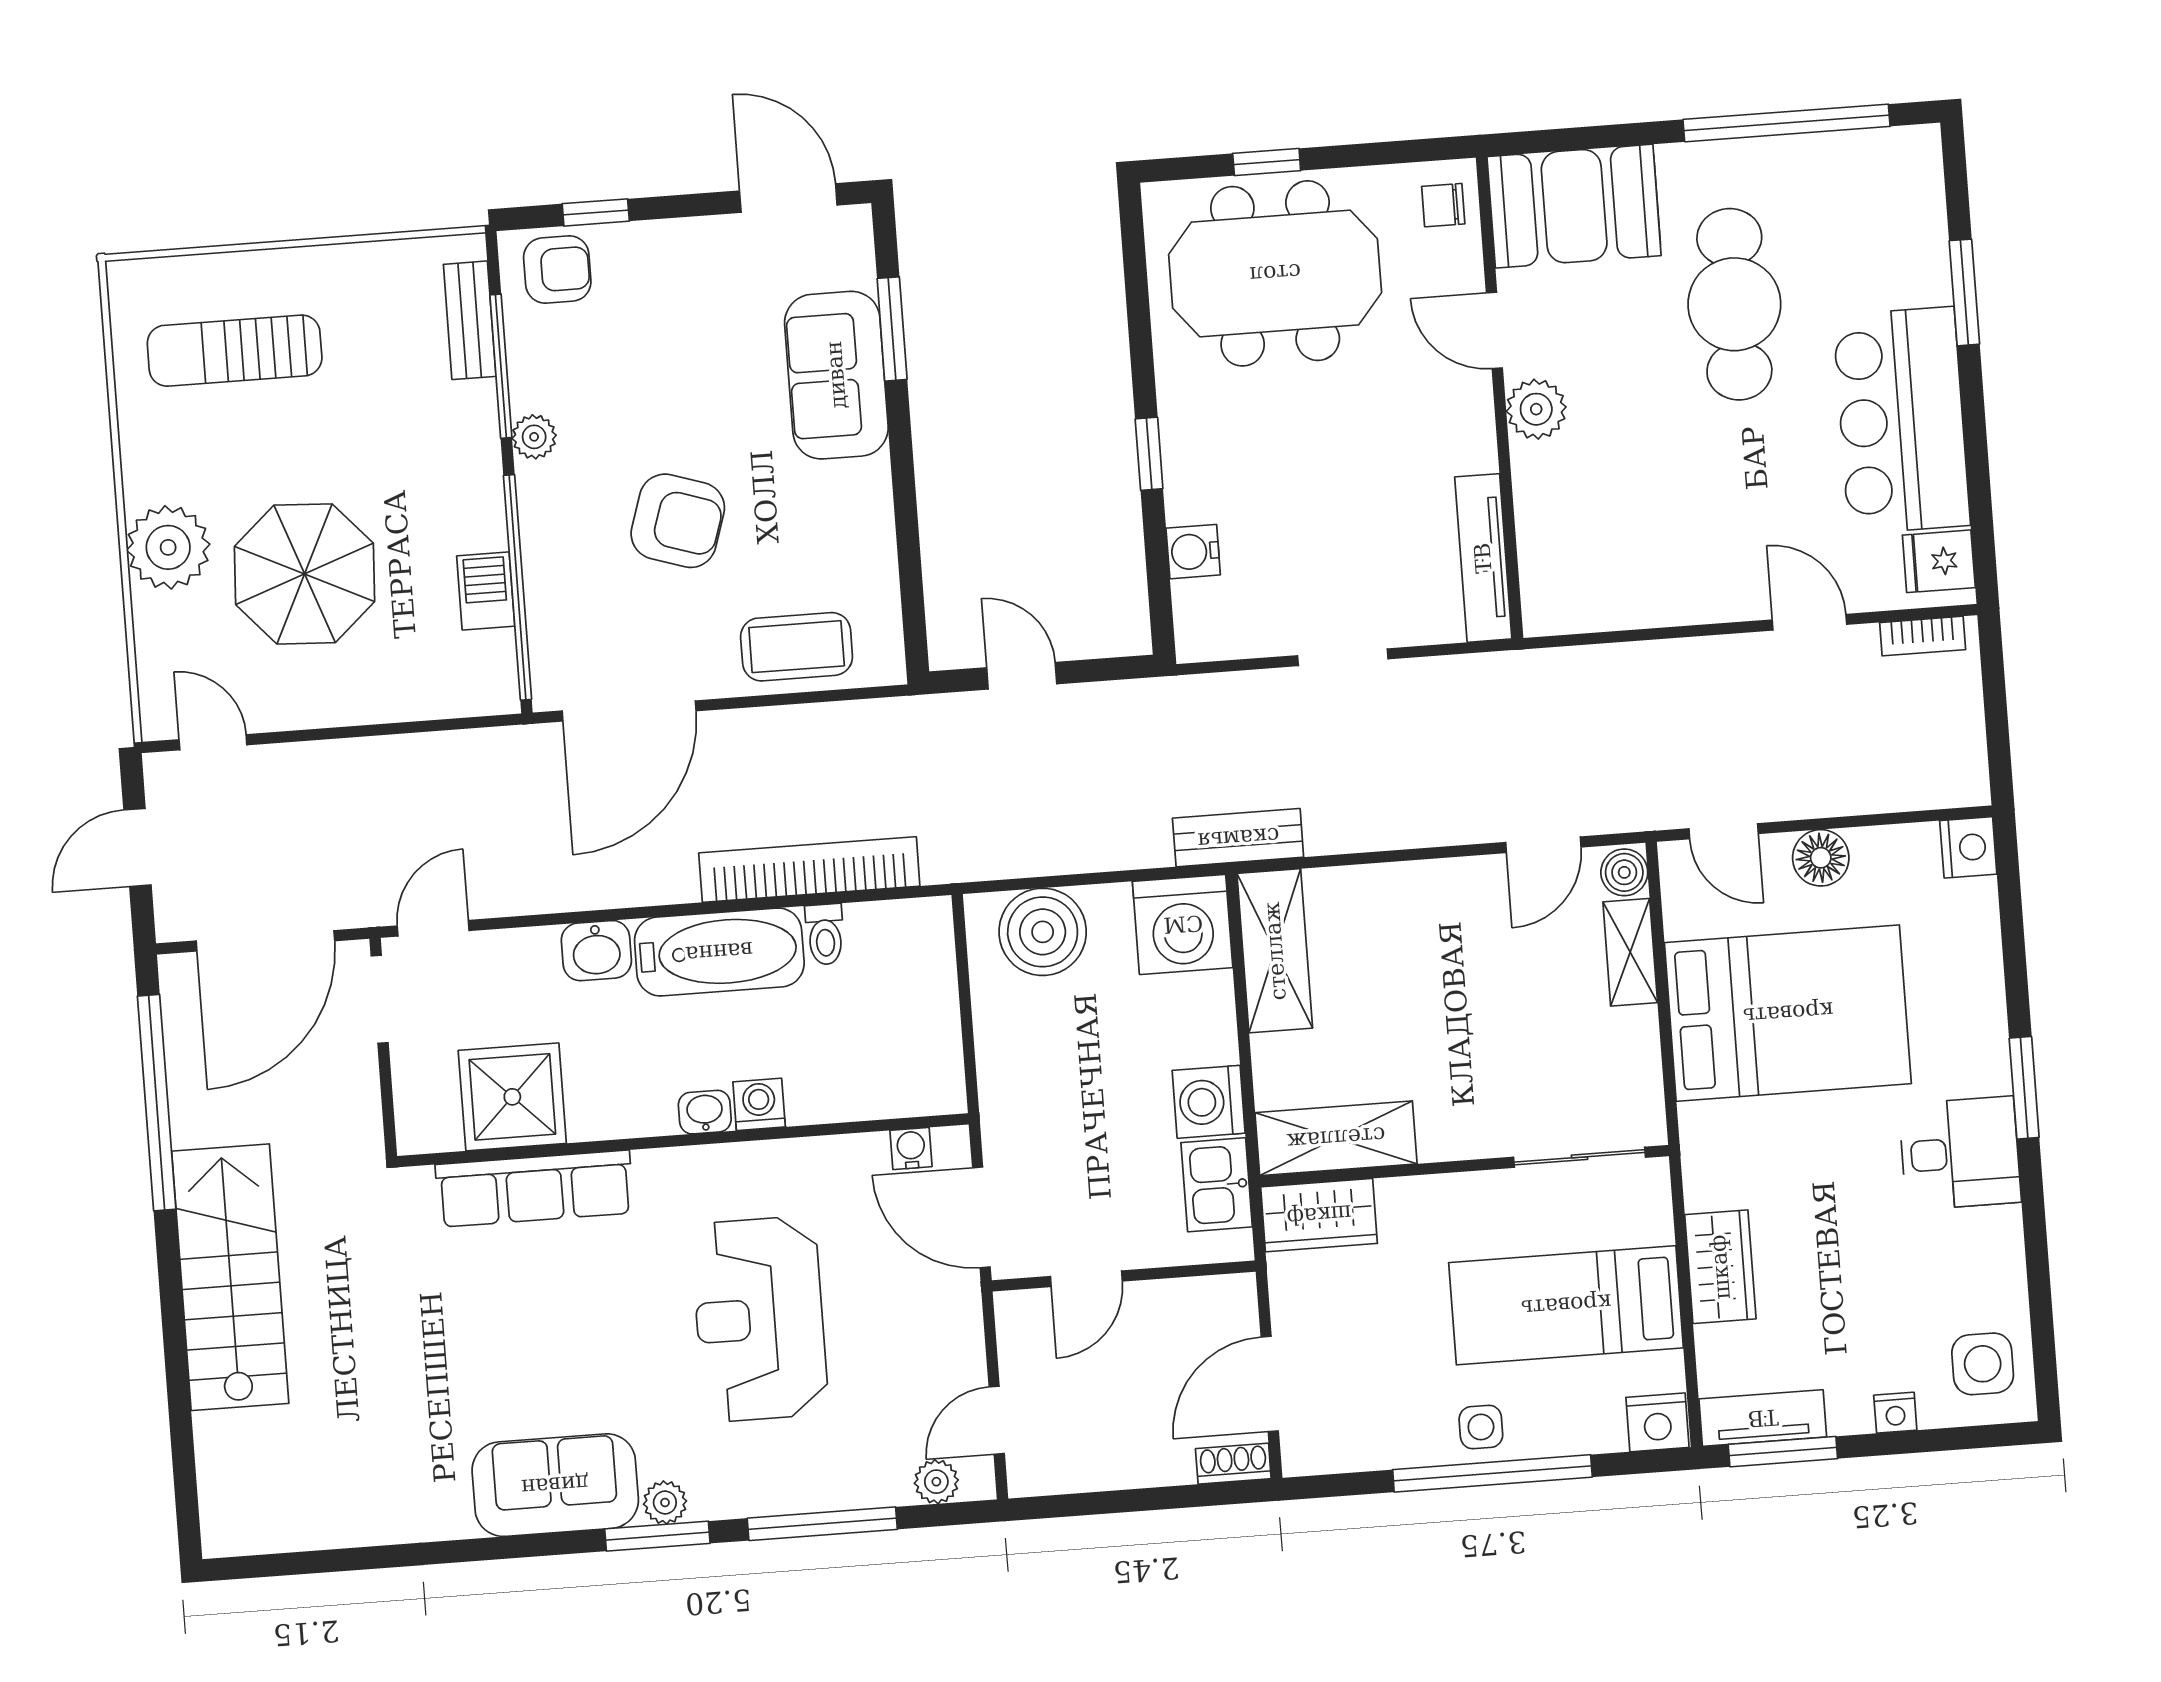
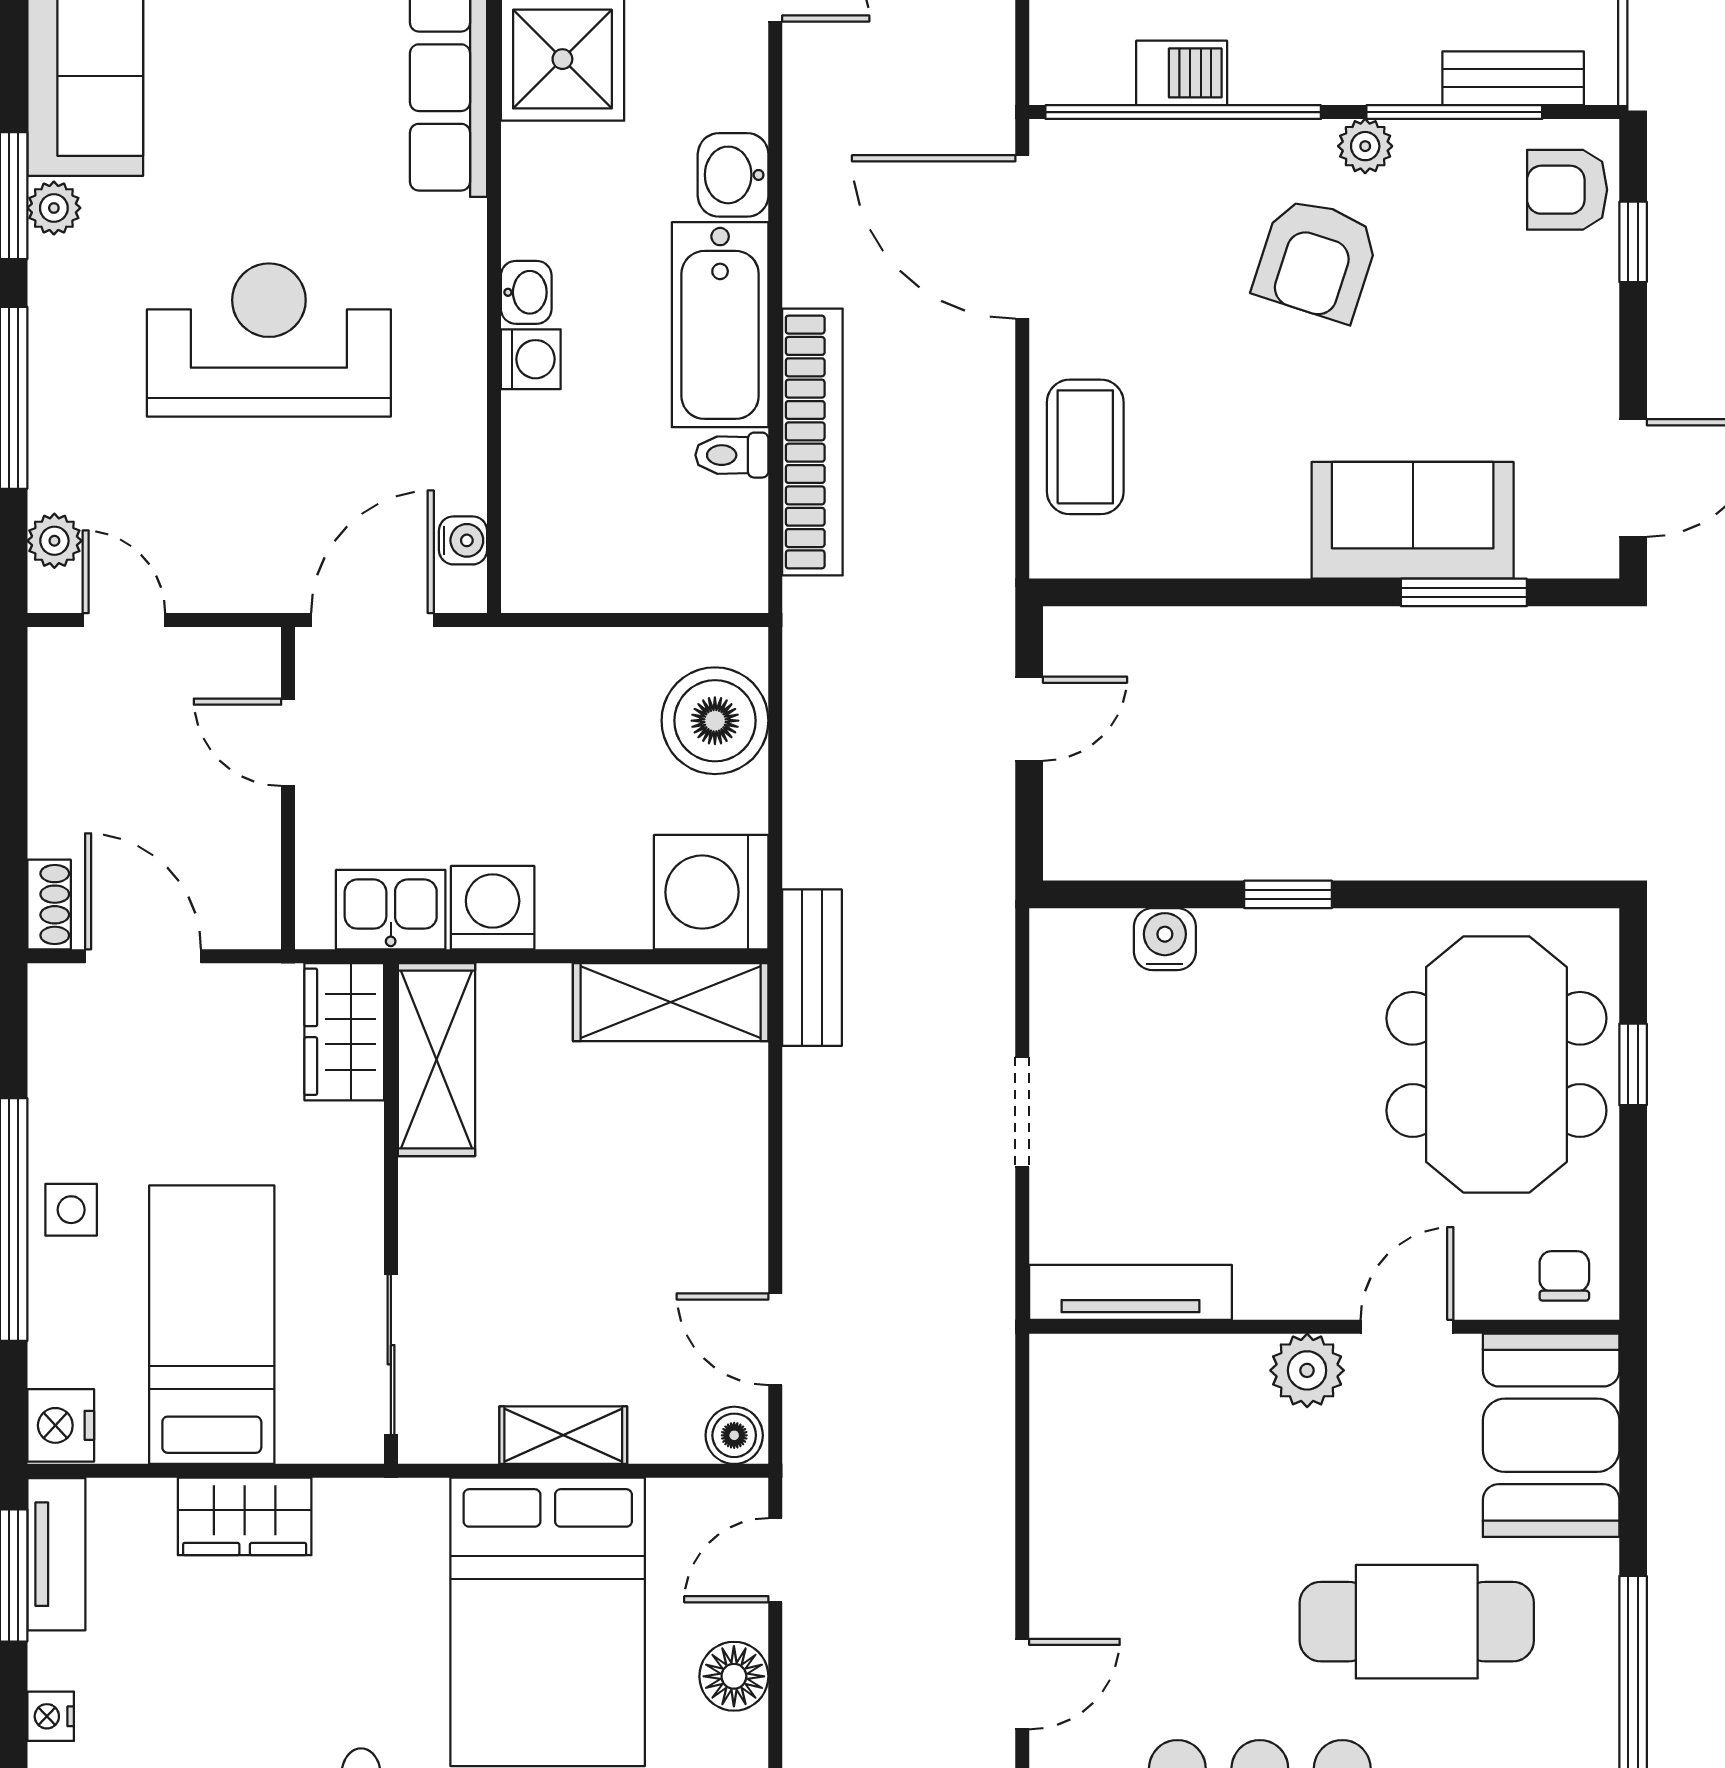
armchair: (557, 269) -> (1567, 190), turned 90
armchair: (678, 521) -> (1316, 259), moved
shelving: (1630, 952) -> (563, 1435), moved

